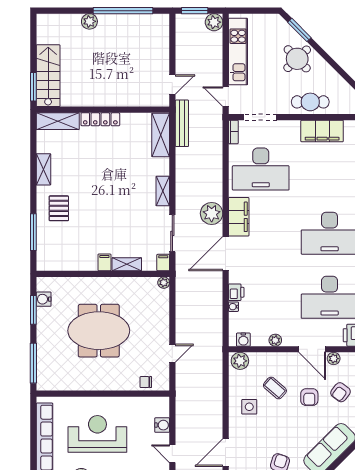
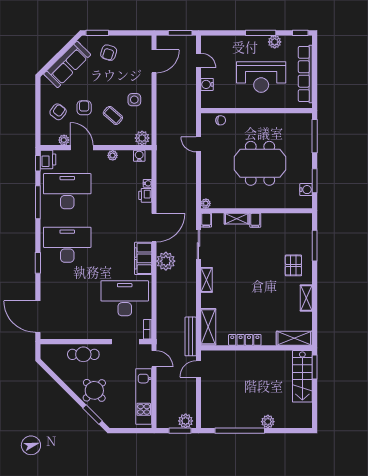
plant: (214, 22) -> (186, 421), moved
locker: (100, 119) -> (245, 340), moved
filing cabinet: (322, 131) -> (73, 330), removed
door: (172, 353) -> (198, 144), hinge flipped

